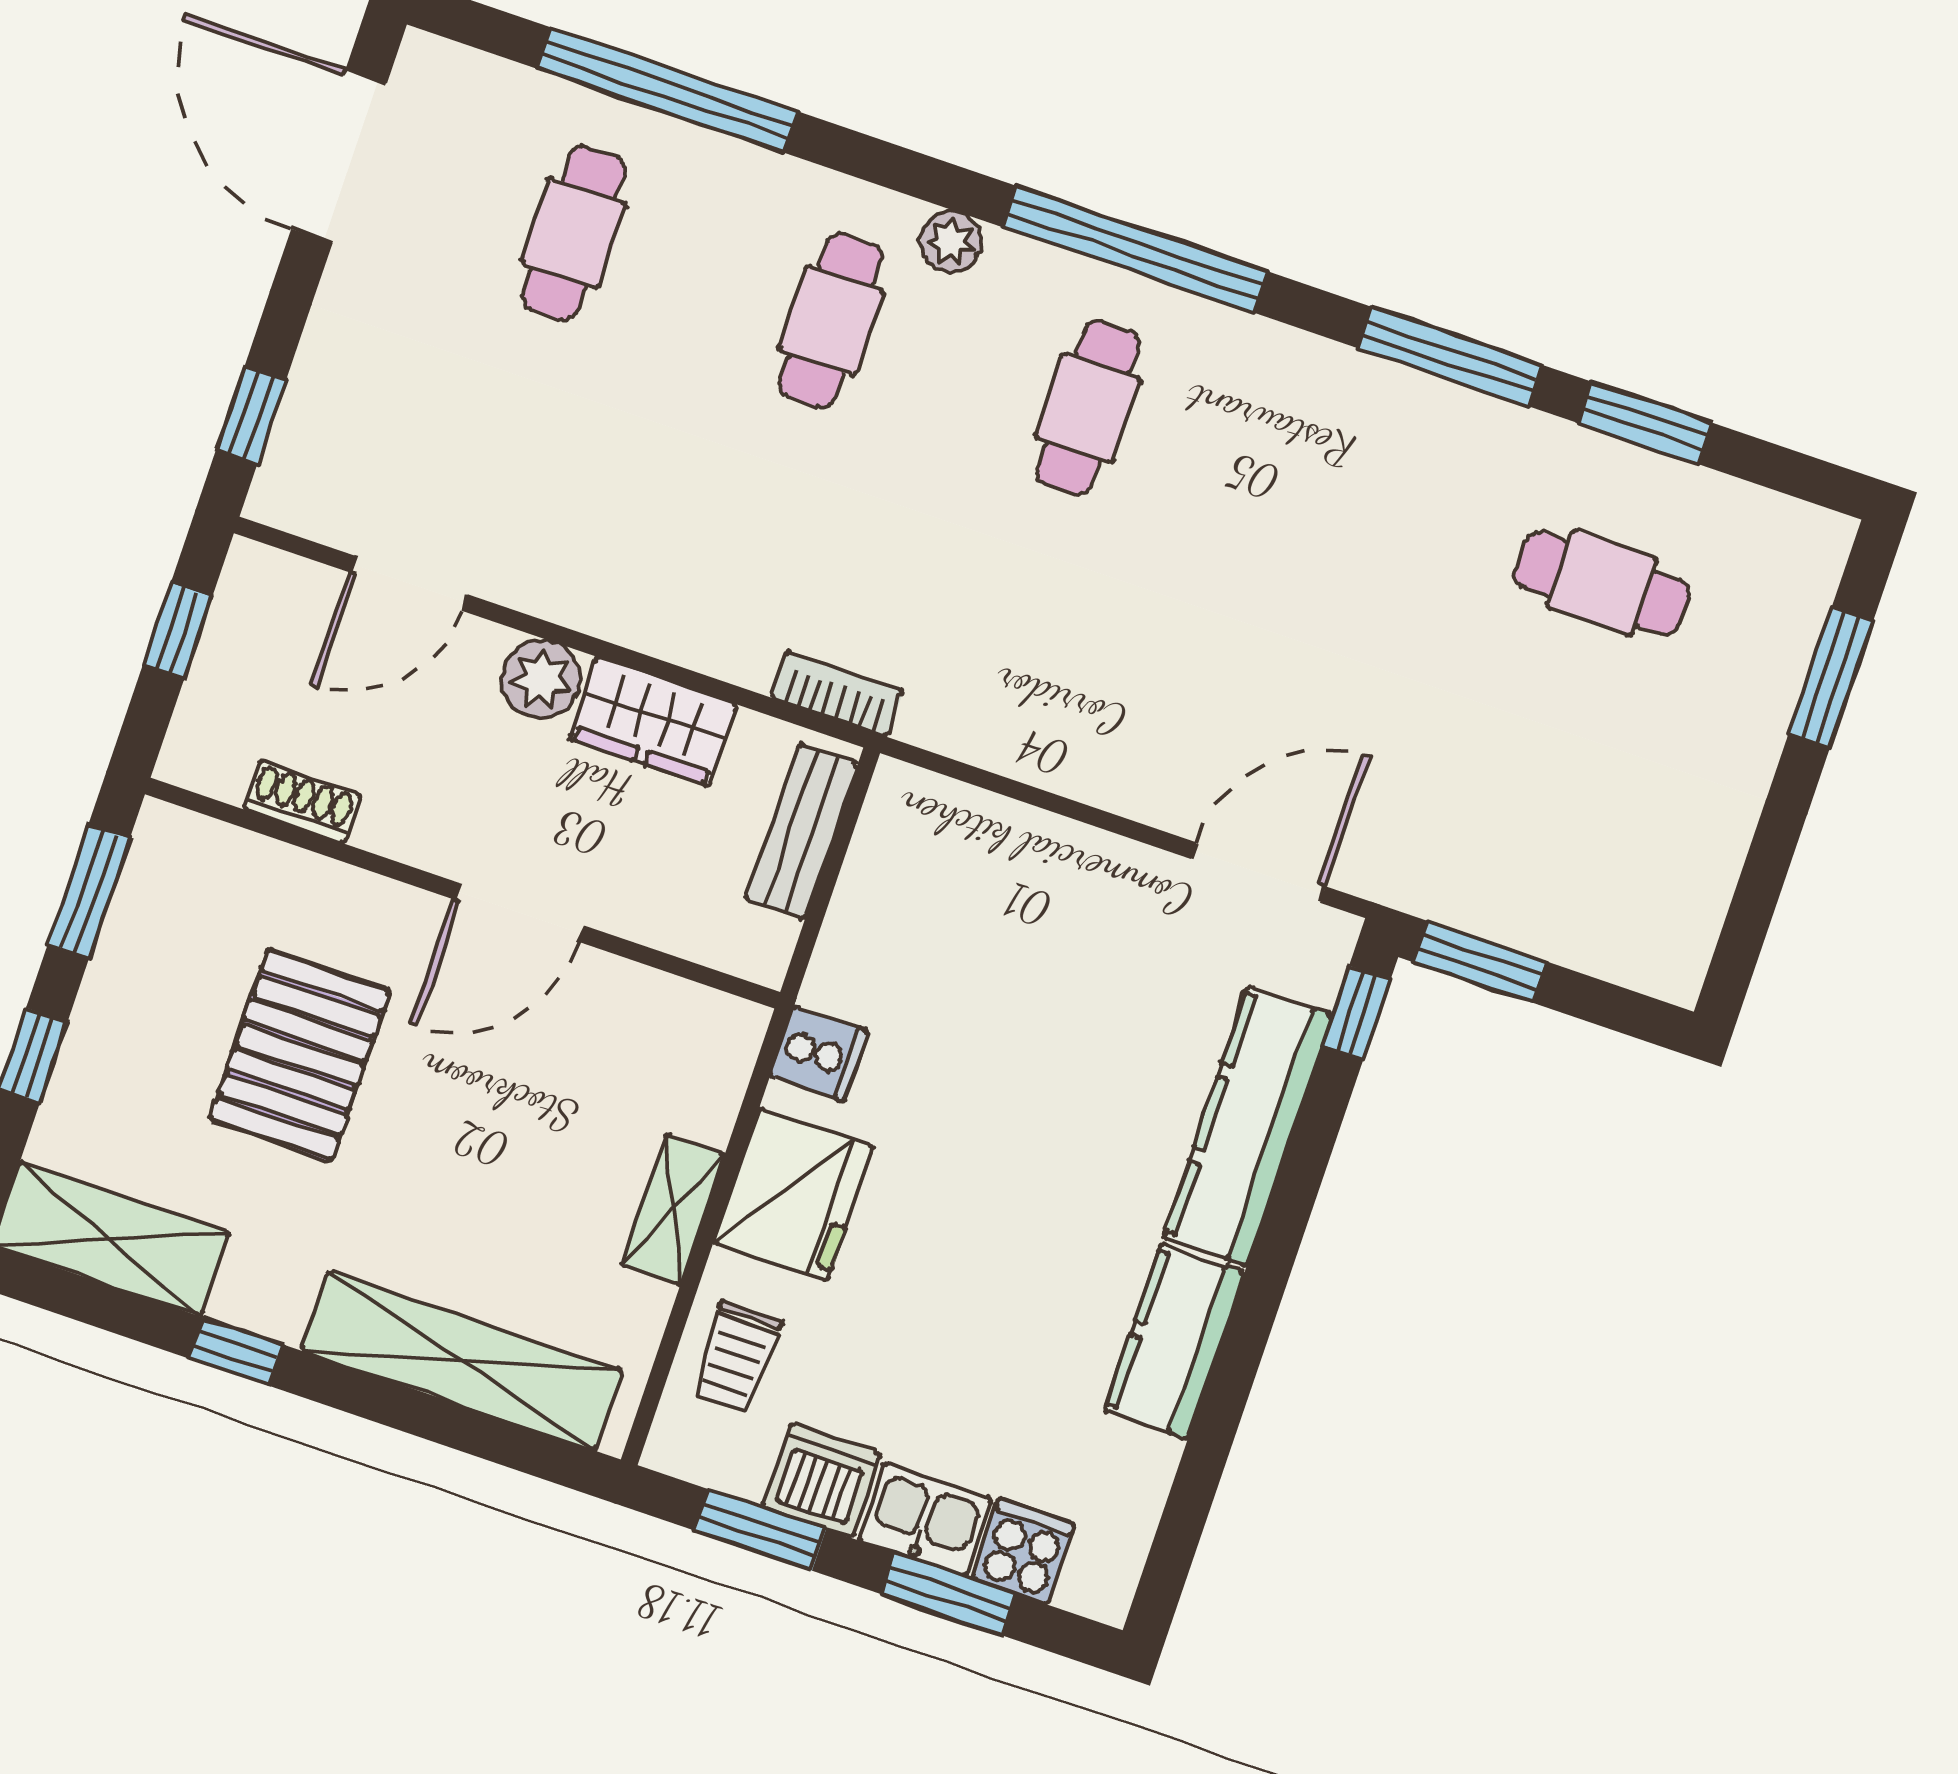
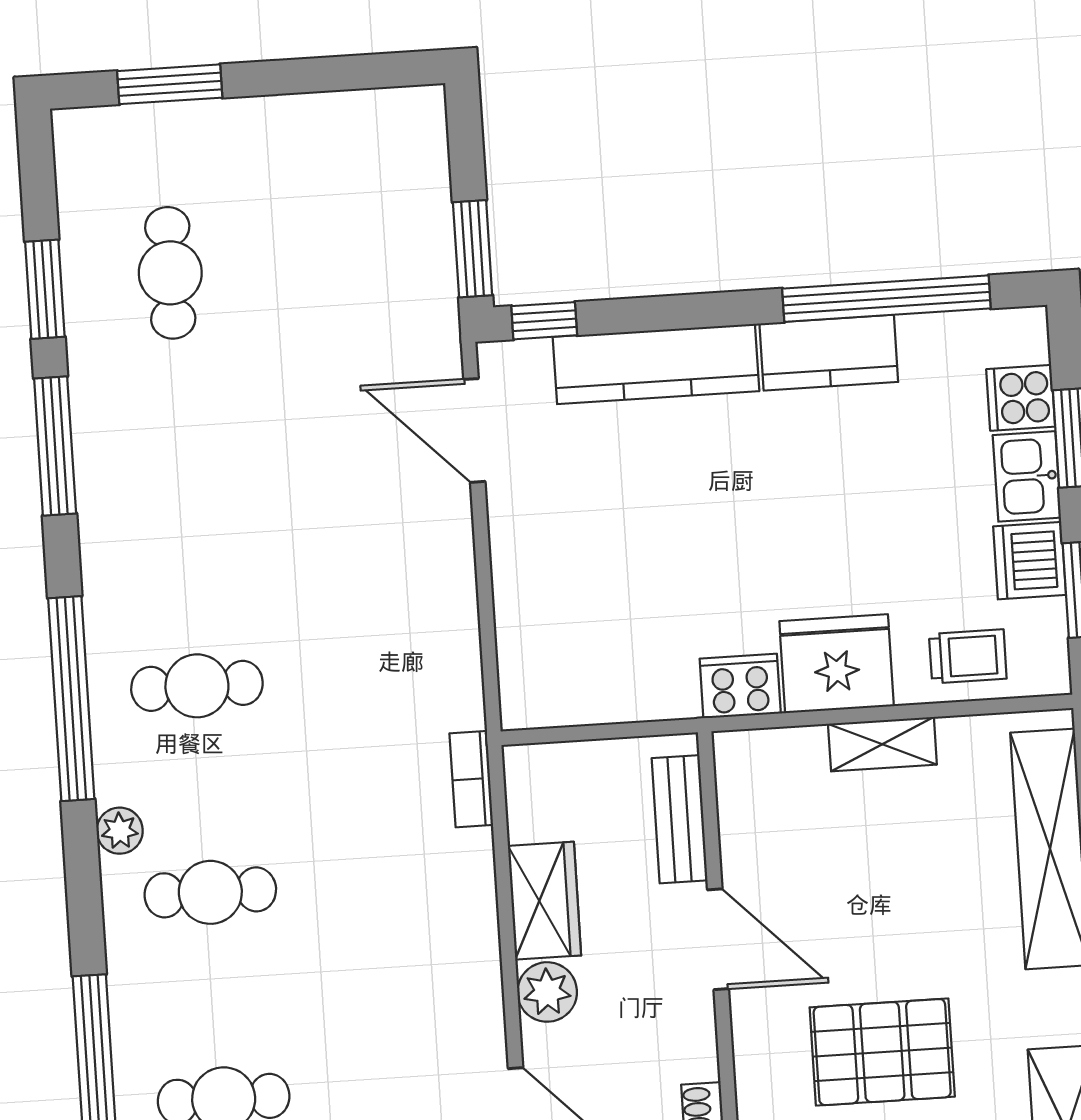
bench: (802, 831) -> (679, 819), moved, turned 90
cooker: (819, 1054) -> (740, 686), width x1.36
window: (1211, 1439) -> (886, 299), added

